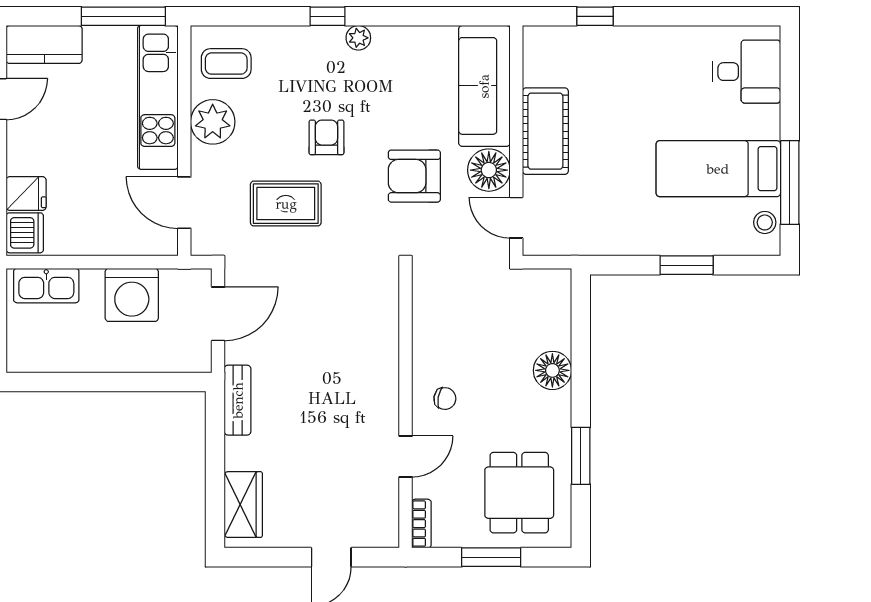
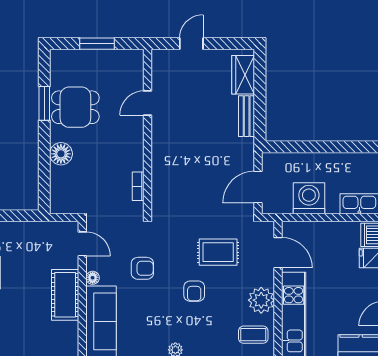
floor lamp: (489, 170) -> (93, 278), width x0.53, depth x0.53
armchair: (414, 176) -> (142, 268), width x0.72, depth x0.72
chair: (445, 399) -> (124, 137), removed
bench: (238, 400) -> (247, 116), moved
dining table: (519, 493) -> (75, 107), moved, turned 90
bookcase: (421, 524) -> (138, 186), moved

